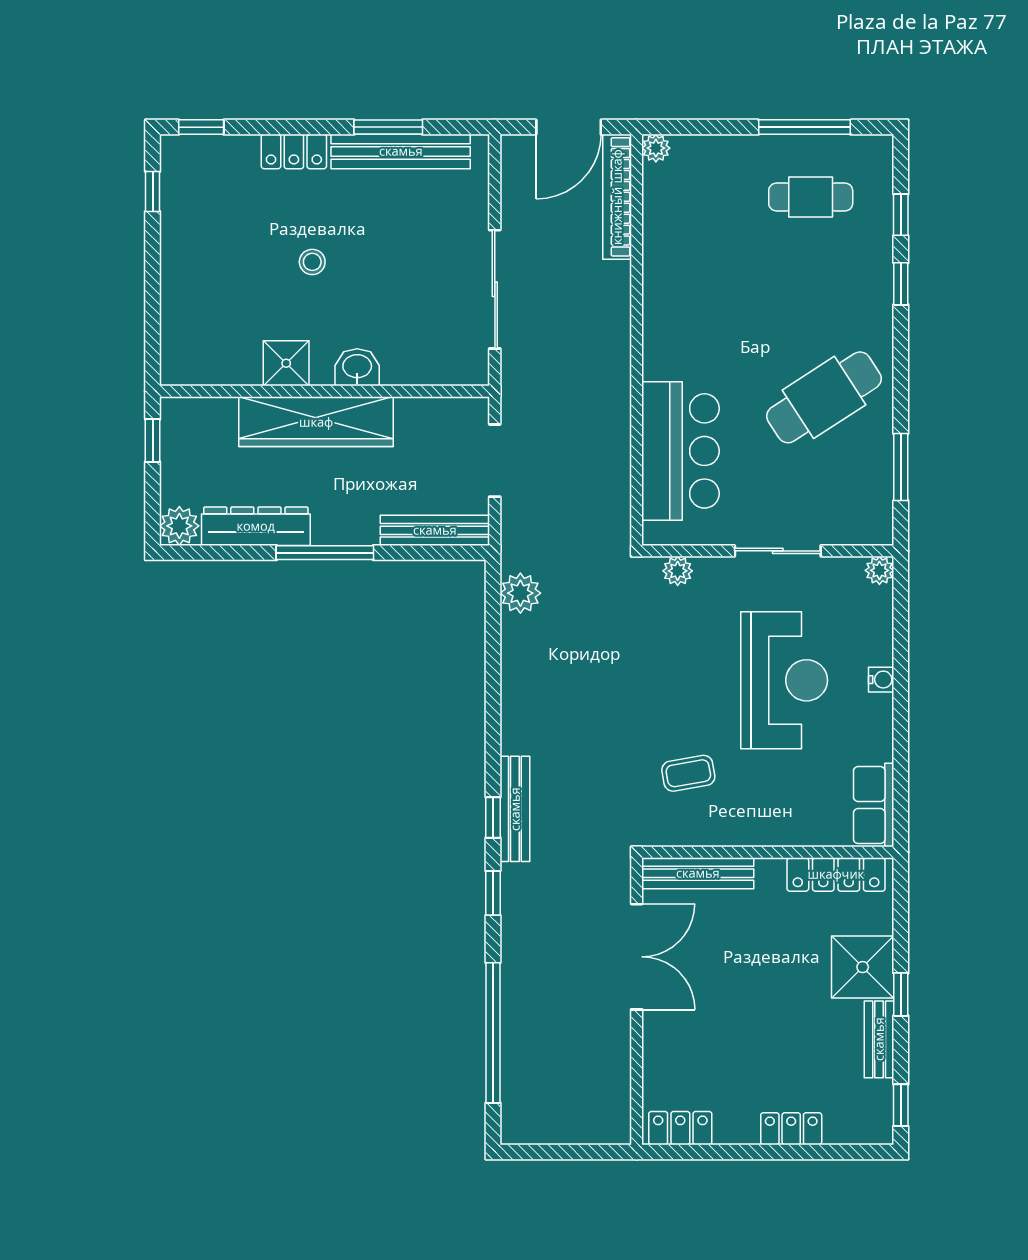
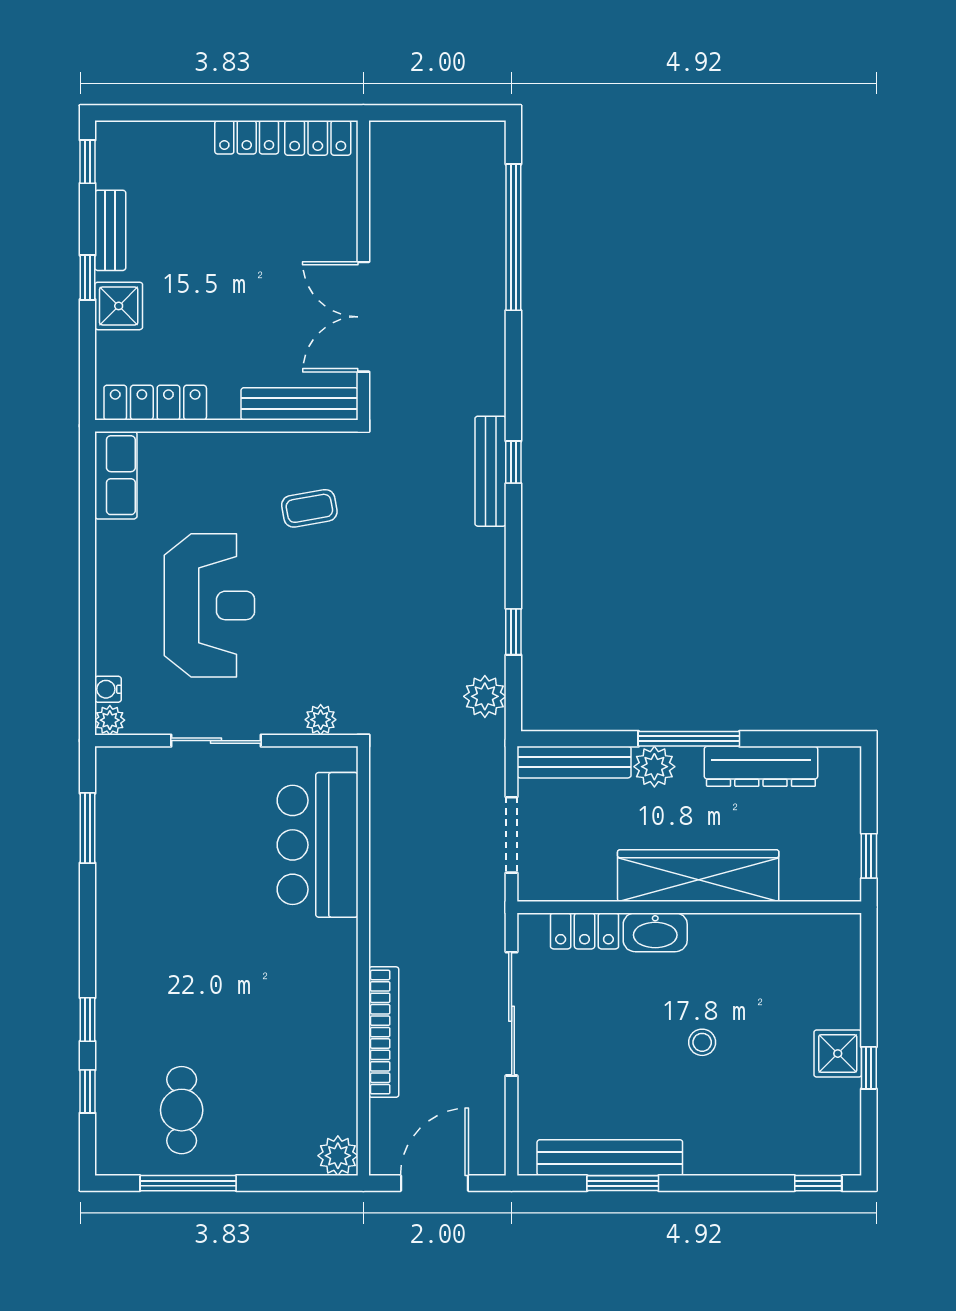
plant: (656, 148) -> (338, 1156), width x1.38, depth x1.38
locker: (294, 152) -> (585, 931), moved, turned 180
window: (153, 191) -> (869, 1068), moved
bookcase: (617, 197) -> (384, 1032), moved
cafe table: (811, 197) -> (182, 1110), turned 90
shower: (286, 363) -> (838, 1054), moved
washbasin: (357, 367) -> (655, 932), width x1.38
cafe table: (824, 397) -> (168, 901), removed
plant: (179, 526) -> (654, 767), moved
reception desk: (784, 680) -> (209, 605), turned 180
water cooler: (881, 680) -> (108, 689), moved
window: (493, 893) -> (513, 632), moved
shower: (863, 967) -> (119, 306), width x0.73, depth x0.73
locker: (791, 1129) -> (247, 137), moved

